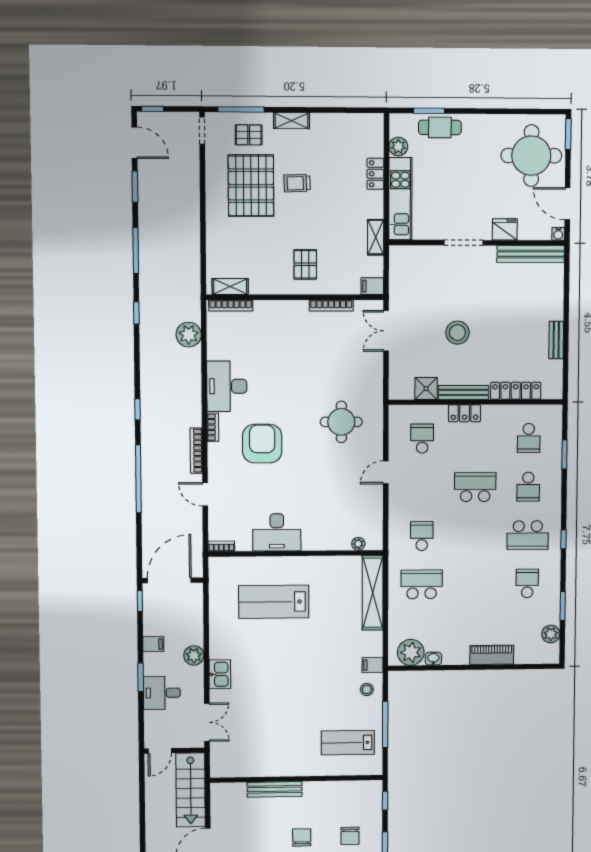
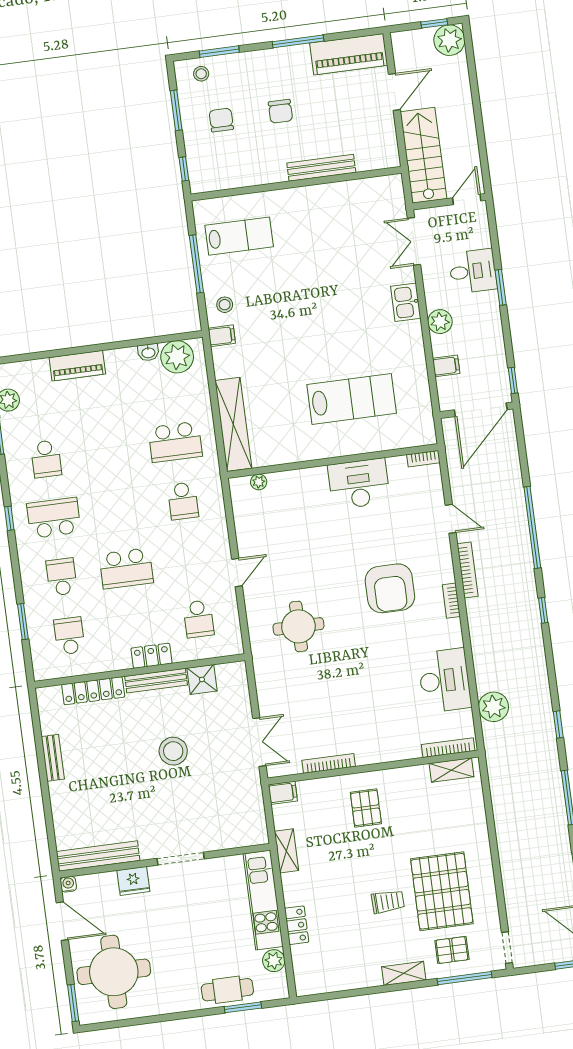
desk: (227, 386) -> (445, 680), moved
filing cabinet: (153, 644) -> (446, 366), moved, turned 180

